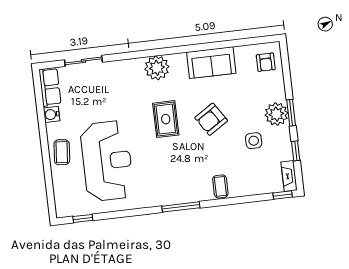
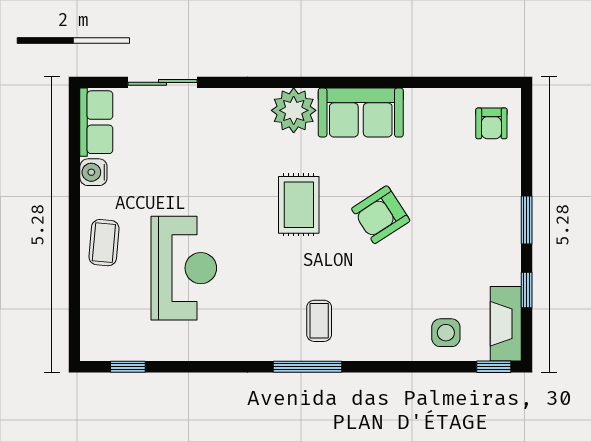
sofa: (211, 63) -> (361, 113), moved
plant: (276, 114) -> (500, 219), removed
side table: (254, 141) -> (446, 333), moved
reception desk: (107, 161) -> (184, 268), width x0.74, depth x0.77
fireplace: (289, 176) -> (506, 324), width x1.37, depth x1.32
coffee table: (220, 186) -> (319, 321), moved

